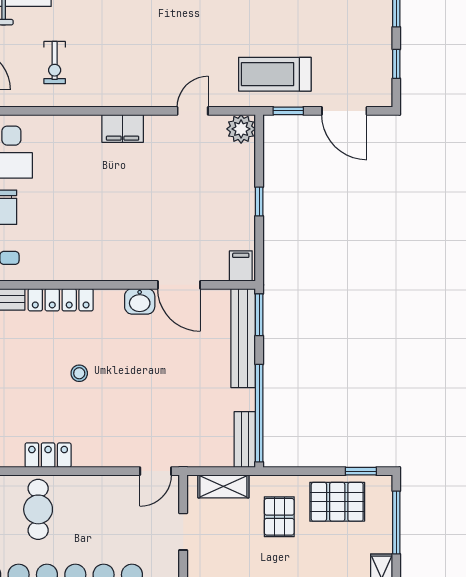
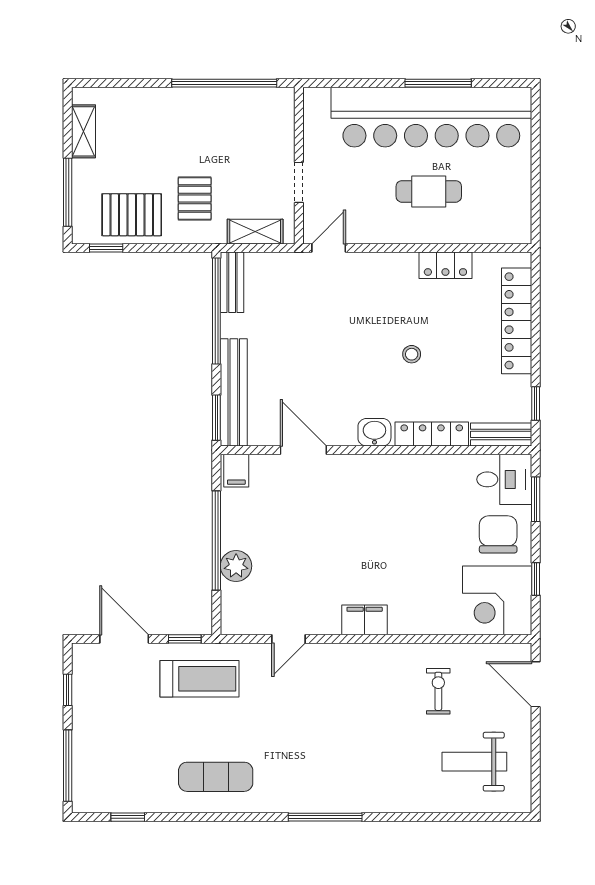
plant: (241, 129) -> (236, 566), moved
window: (259, 202) -> (216, 541), width x3.17
washbasin: (140, 301) -> (374, 432), moved
cafe table: (38, 509) -> (429, 191), moved, turned 90

